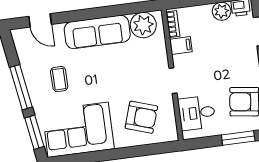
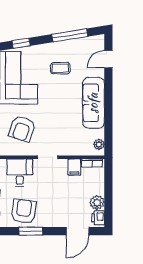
plant: (143, 25) -> (99, 144), width x0.53, depth x0.53
window: (21, 87) -> (70, 35), moved
window: (34, 132) -> (21, 43), width x0.67

